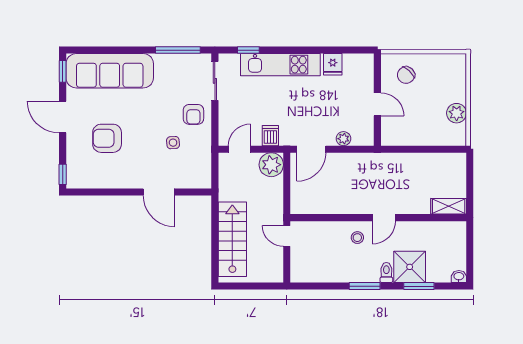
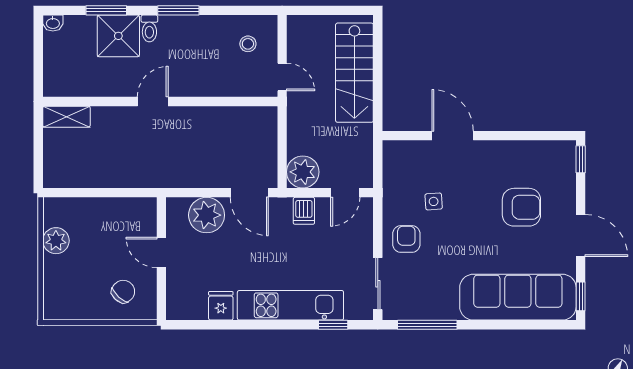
plant: (343, 139) -> (207, 215), width x1.88, depth x1.88
door: (311, 149) -> (249, 193), swing flipped
stool: (357, 238) -> (248, 44), moved

